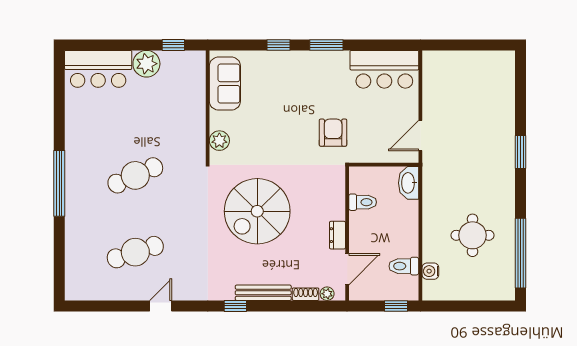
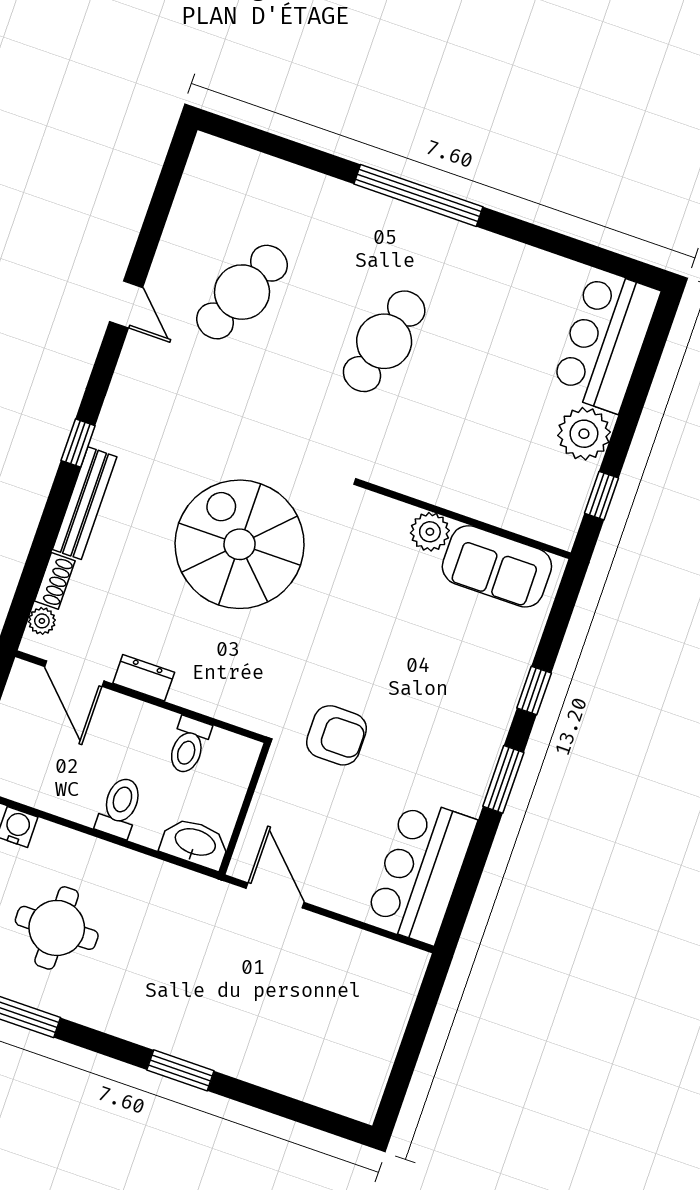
plant: (219, 141) -> (430, 532), moved
cafe table: (135, 175) -> (384, 341), turned 39
cafe table: (135, 252) -> (242, 292), turned 42
toilet: (404, 266) -> (120, 807), moved

